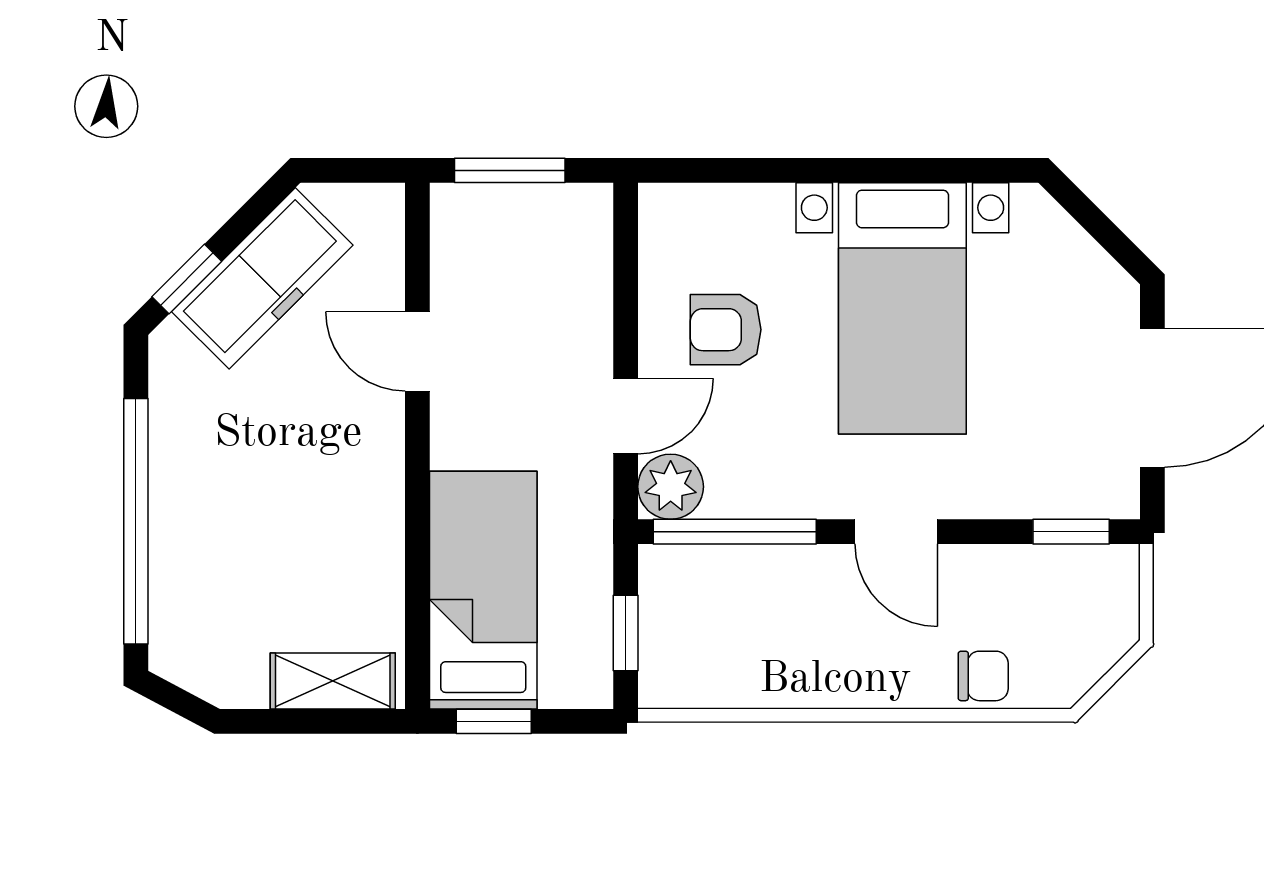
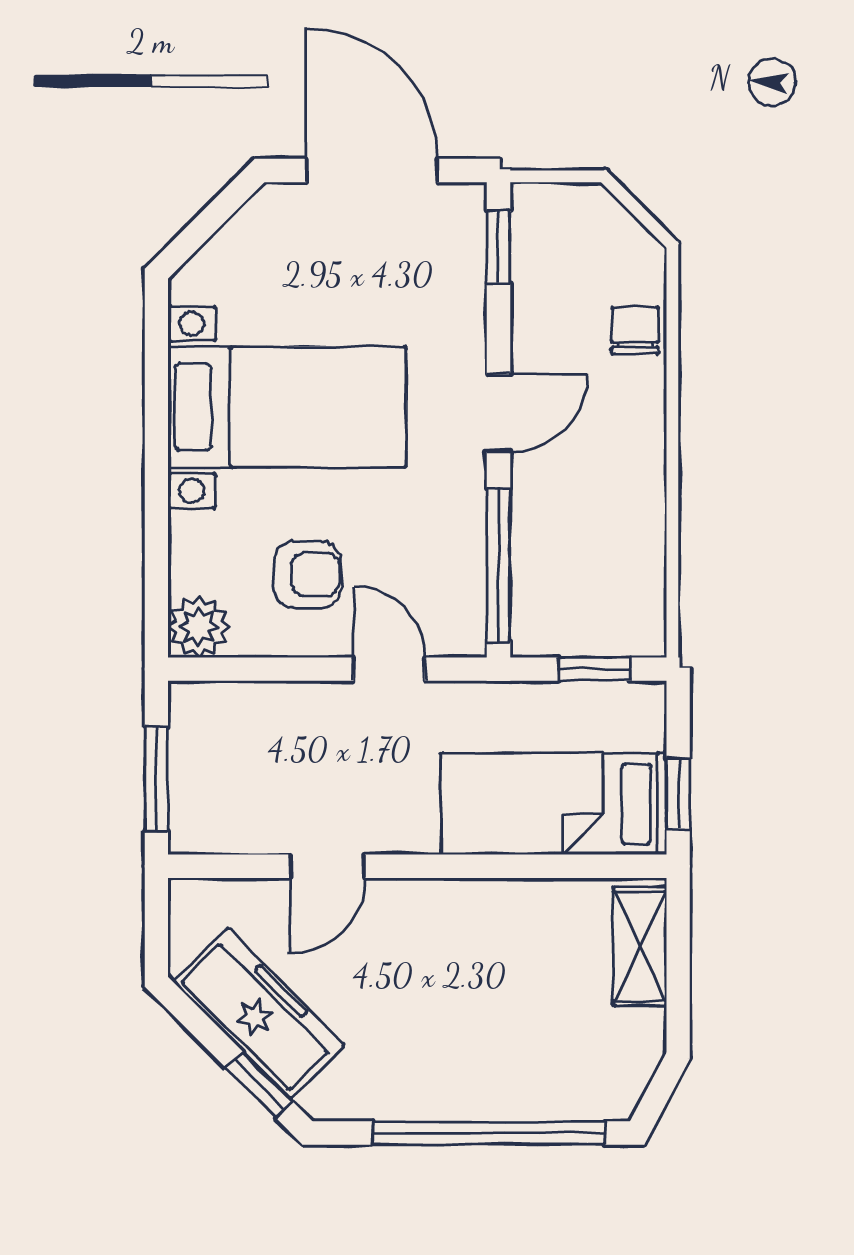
armchair: (726, 330) -> (307, 574), turned -90
plant: (671, 487) -> (199, 627), moved

